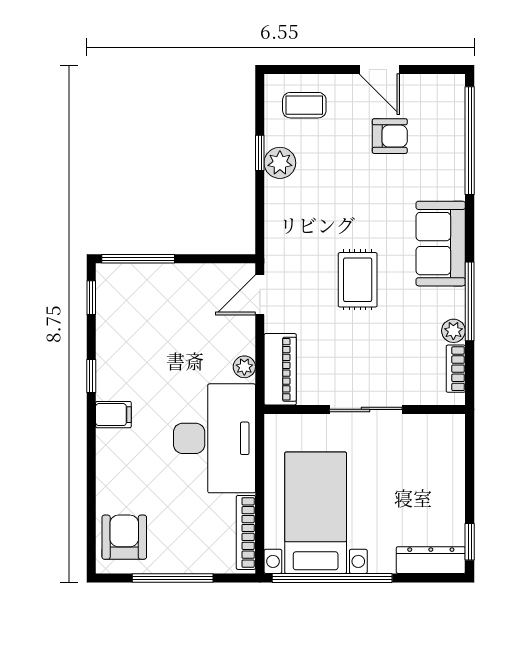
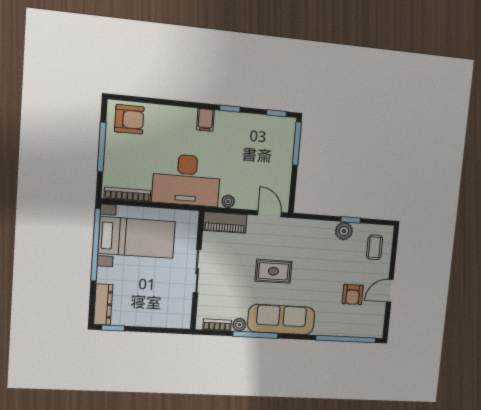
sofa: (441, 244) -> (281, 319), width x1.36

